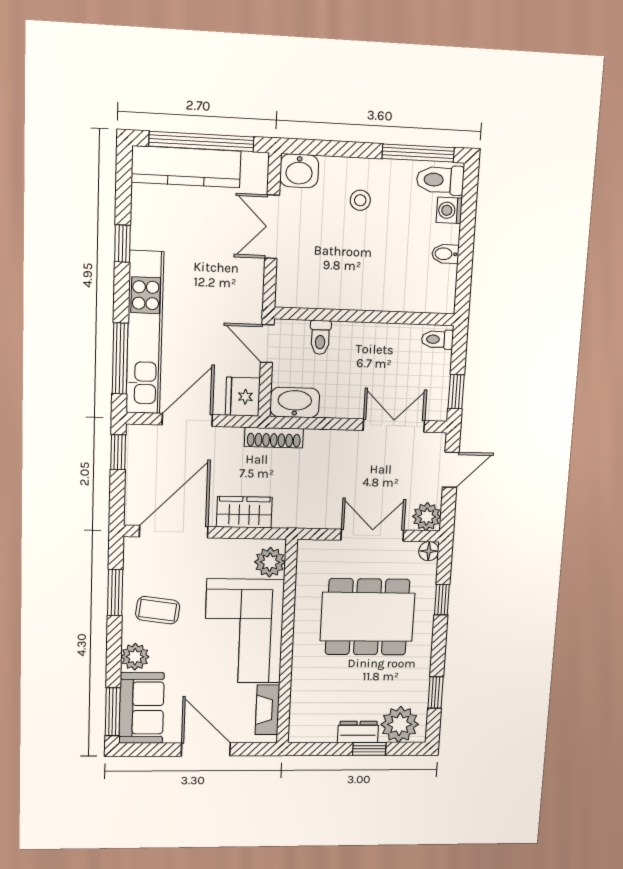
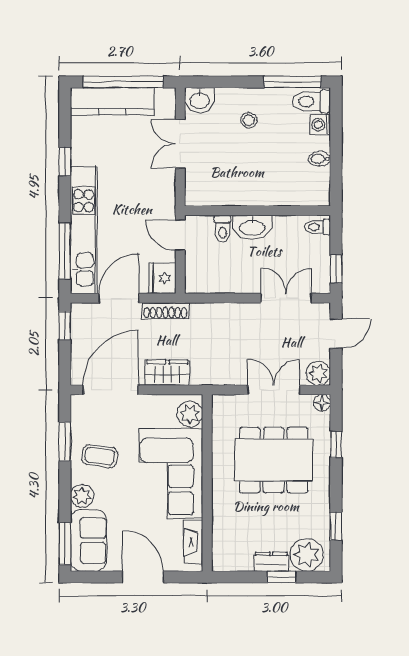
washbasin: (295, 402) -> (252, 227), moved, turned 180
shoe rack: (274, 438) -> (165, 311), moved

